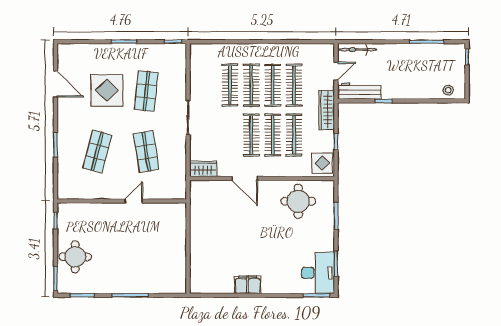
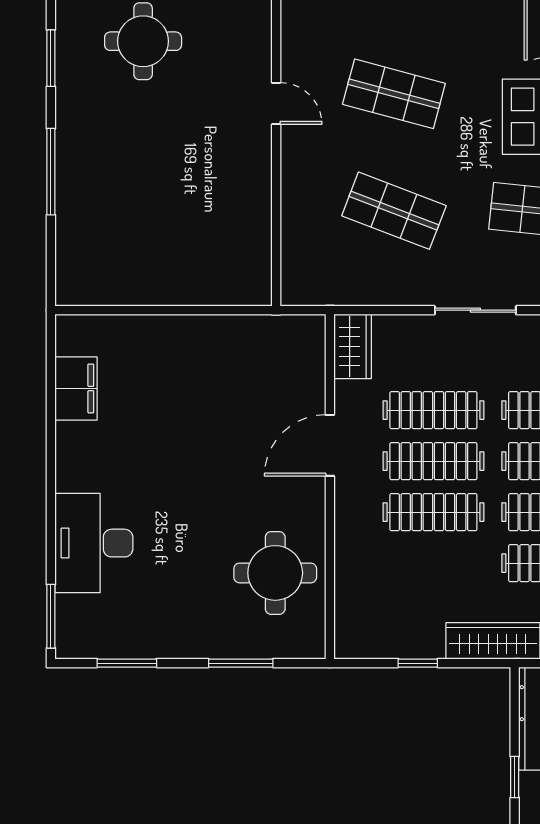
clothes rail: (294, 135) -> (433, 410), moved
shop shelf: (146, 152) -> (394, 211), turned 30
display table: (322, 163) -> (366, 630), removed
door: (134, 201) -> (276, 103), moved
desk: (318, 273) -> (94, 543), moved, turned 90
filing cabinet: (248, 285) -> (76, 389), moved

